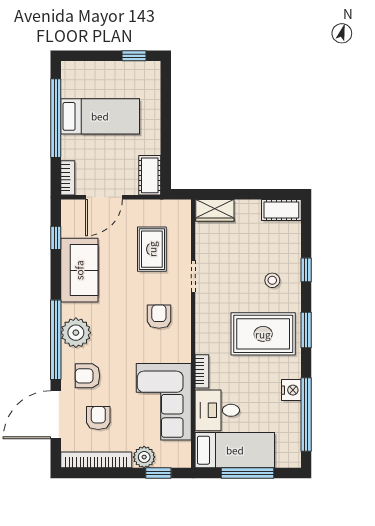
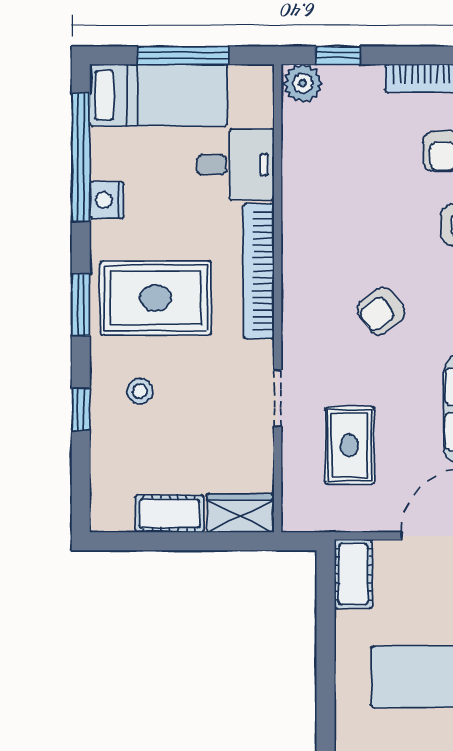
cot: (281, 210) -> (170, 514), moved
armchair: (159, 317) -> (381, 311), moved, turned 53
bookcase: (202, 371) -> (259, 271), width x2.31, depth x1.31
corner sofa: (164, 402) -> (329, 180), removed
bed: (235, 450) -> (159, 95), moved, turned 180
plant: (144, 457) -> (303, 83), moved

